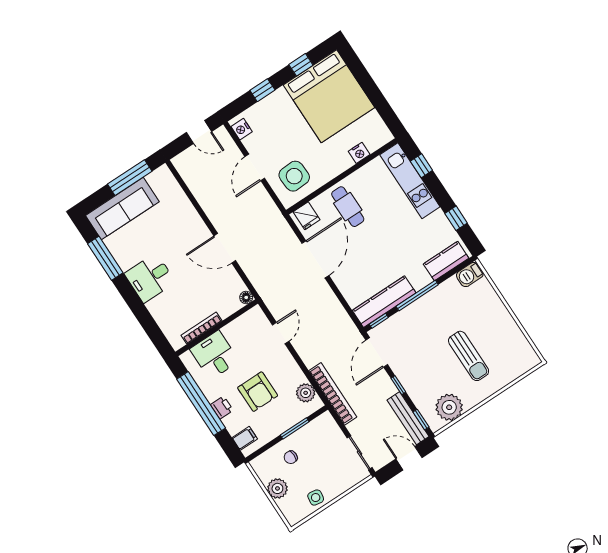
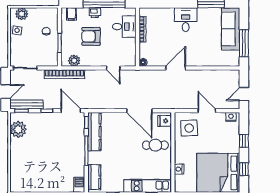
sun lounger: (469, 356) -> (38, 157), removed
plant: (277, 488) -> (22, 14), moved

